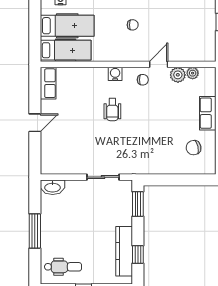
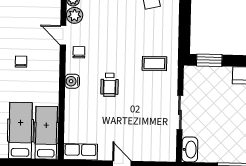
wheelchair: (112, 110) -> (110, 85), turned 90
coffee table: (134, 152) -> (154, 63), added
sliding door: (103, 177) -> (180, 112), moved

